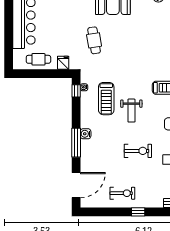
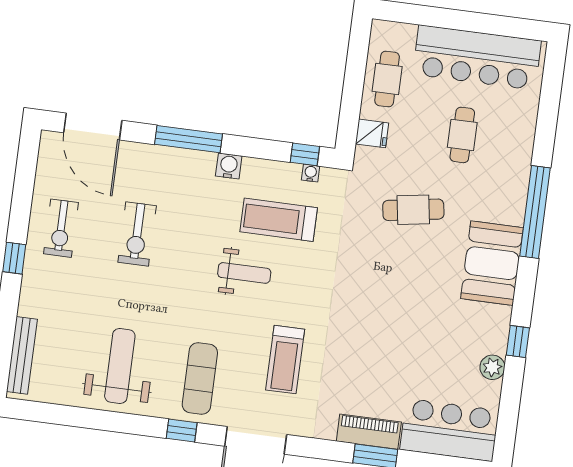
cafe table: (59, 23) -> (462, 135), added
weight bench: (131, 111) -> (244, 273), turned 180
water cooler: (86, 134) -> (229, 166), moved
exercise bike: (138, 151) -> (137, 234), moved

